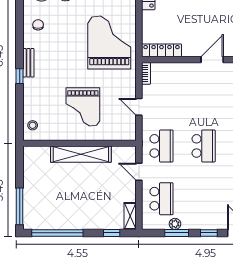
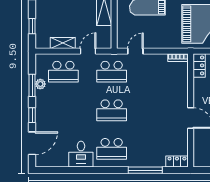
locker: (162, 50) -> (199, 65), width x0.66
door: (139, 107) -> (135, 51), moved
shelving: (130, 216) -> (63, 43), moved

